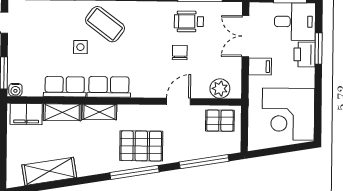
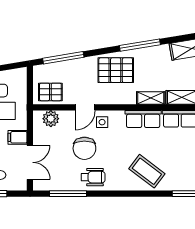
wheelchair: (189, 21) -> (93, 177), moved
side table: (80, 47) -> (102, 122), moved
chair: (180, 52) -> (84, 148), width x1.87, depth x1.87
window: (134, 172) -> (140, 45), moved

